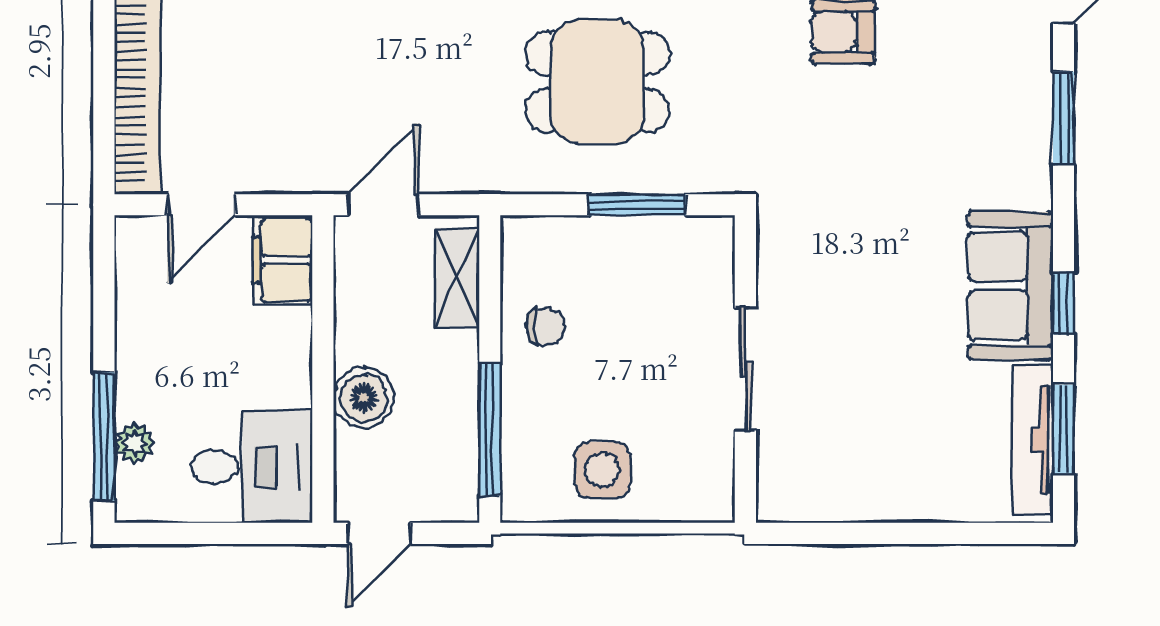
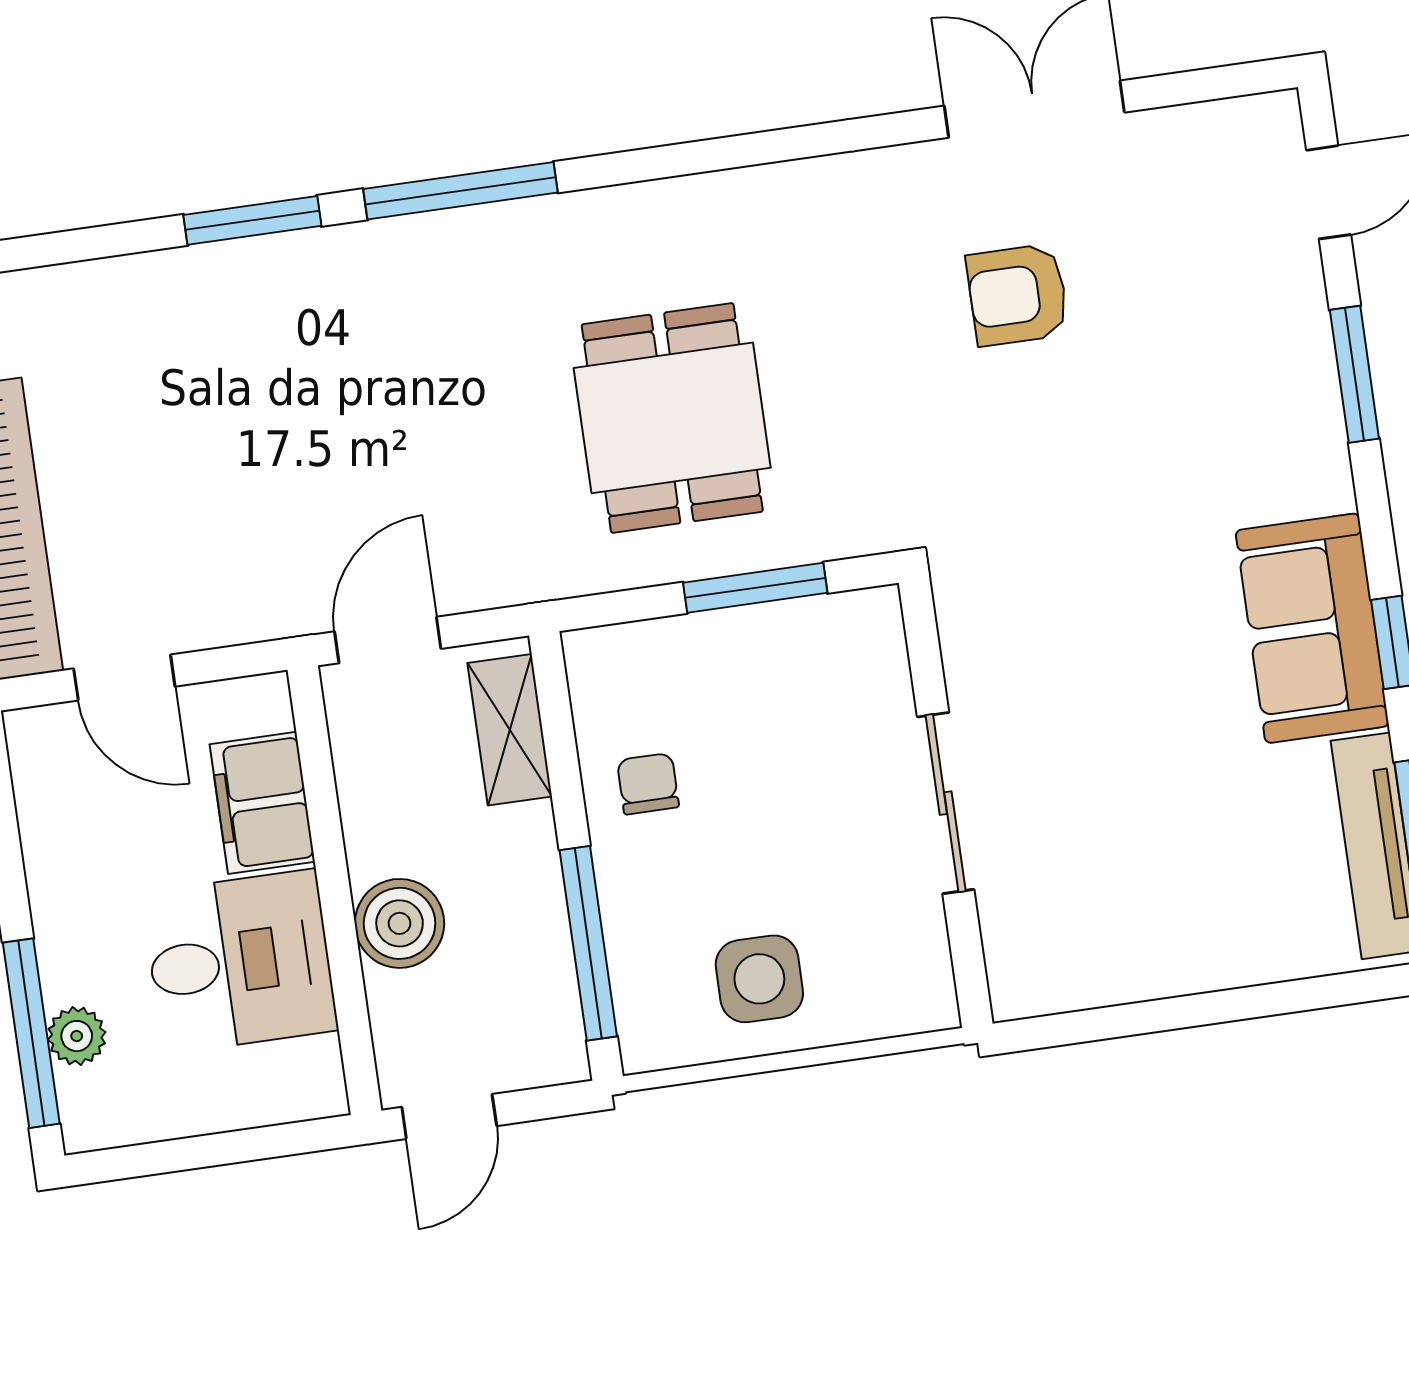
dining table: (597, 82) -> (672, 418), turned 90
door: (201, 205) -> (124, 678), hinge flipped
filing cabinet: (282, 260) -> (262, 803), moved
chair: (546, 327) -> (648, 784), turned -90
desk: (252, 467) -> (240, 962), moved

